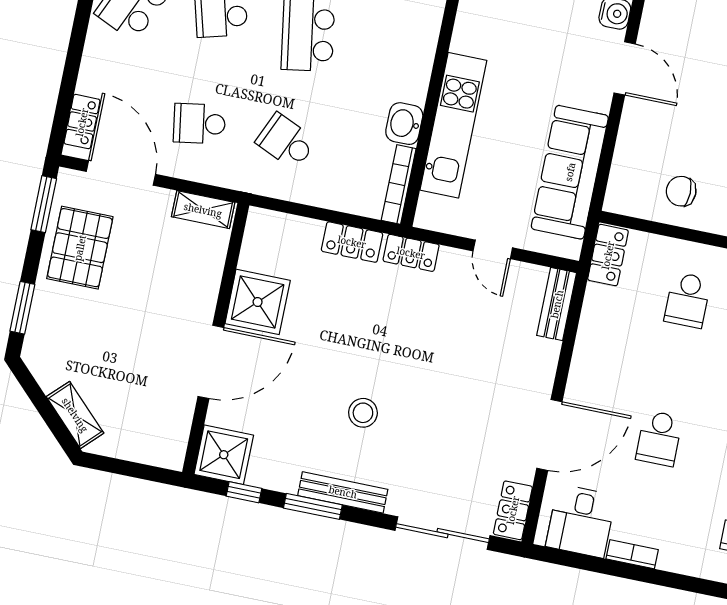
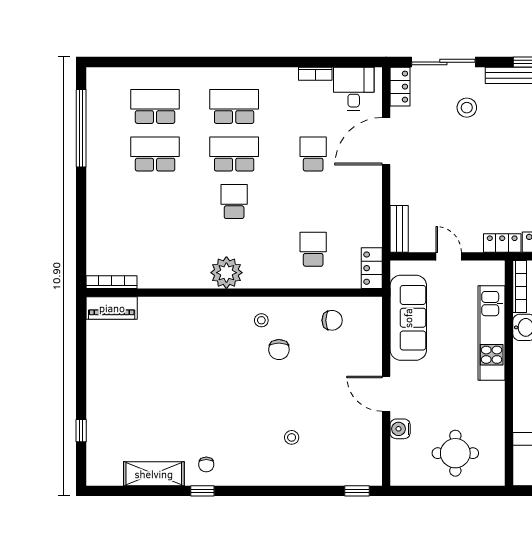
stool: (363, 413) -> (467, 108), moved

